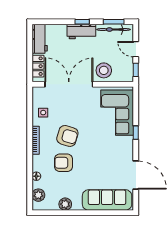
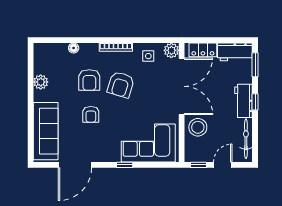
window: (114, 22) -> (255, 65), moved
armchair: (93, 161) -> (91, 114), added
armchair: (63, 163) -> (89, 80), turned 180
plant: (38, 195) -> (171, 50), moved

